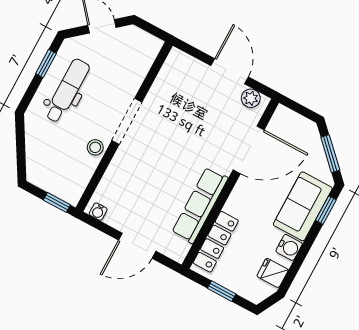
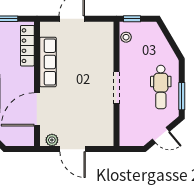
window: (46, 64) -> (182, 96), width x1.50
stool: (95, 147) -> (126, 37), moved
water cooler: (98, 212) -> (105, 26), removed

